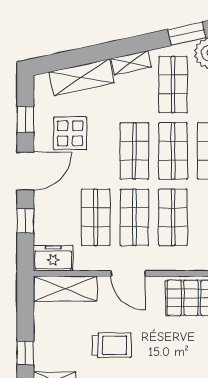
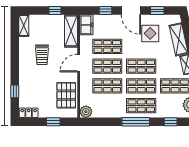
window: (25, 353) -> (55, 11), moved

